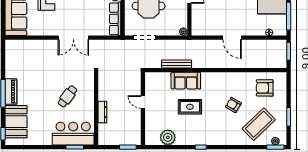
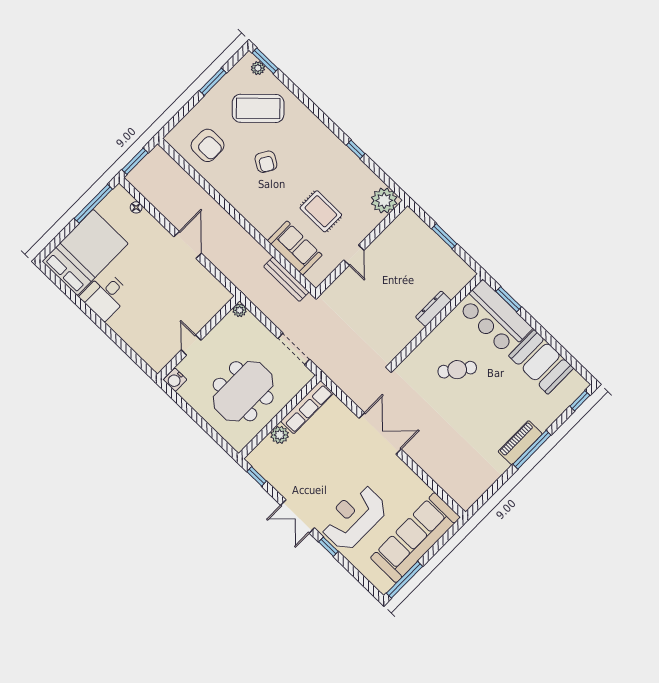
door: (143, 102) -> (354, 255), moved
wall: (143, 109) -> (362, 247), moved
booth: (16, 122) -> (541, 362), moved, turned 90

